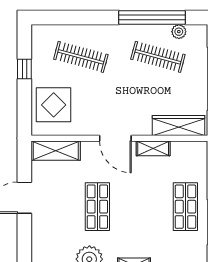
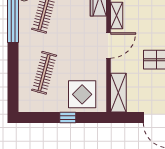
window: (24, 69) -> (68, 117), moved

